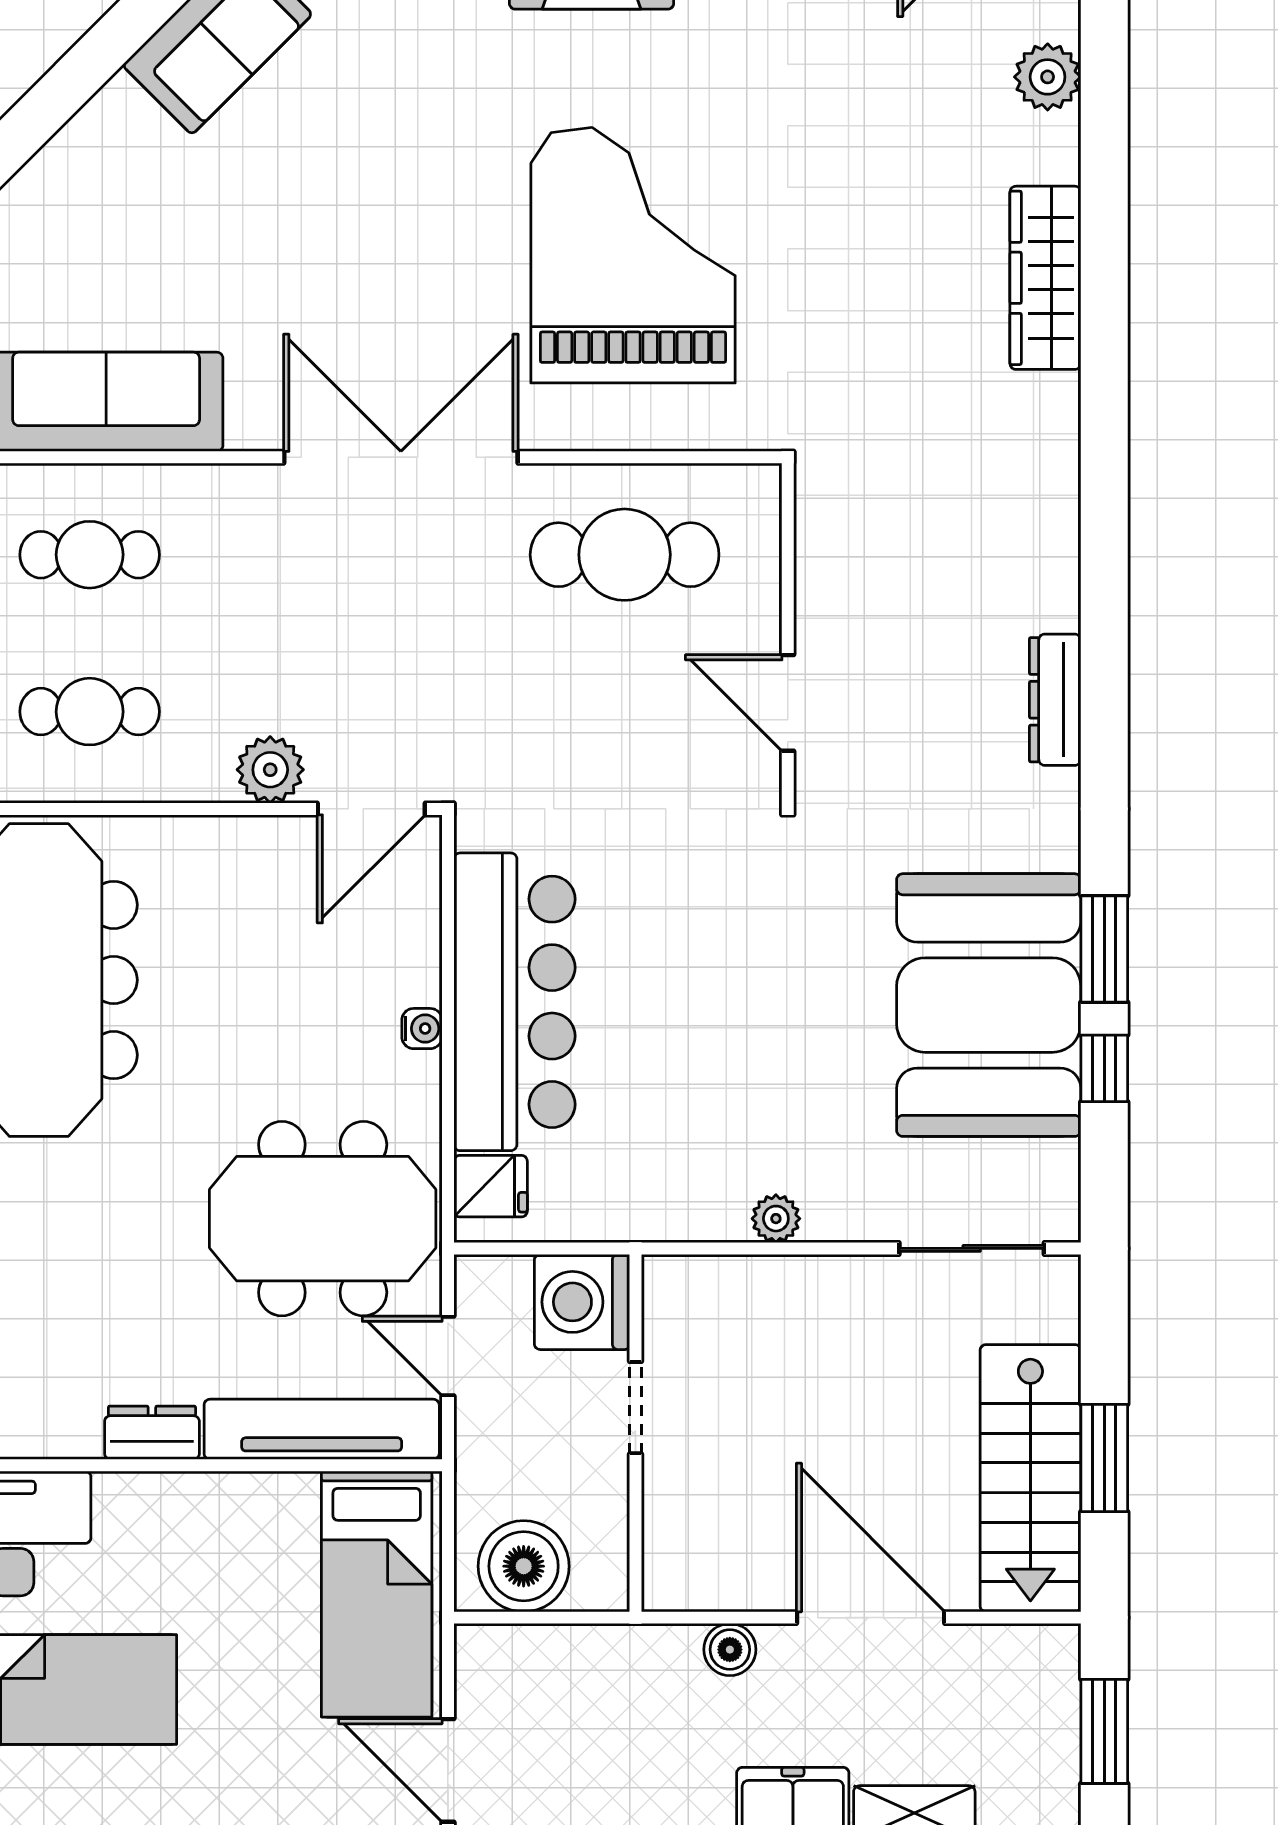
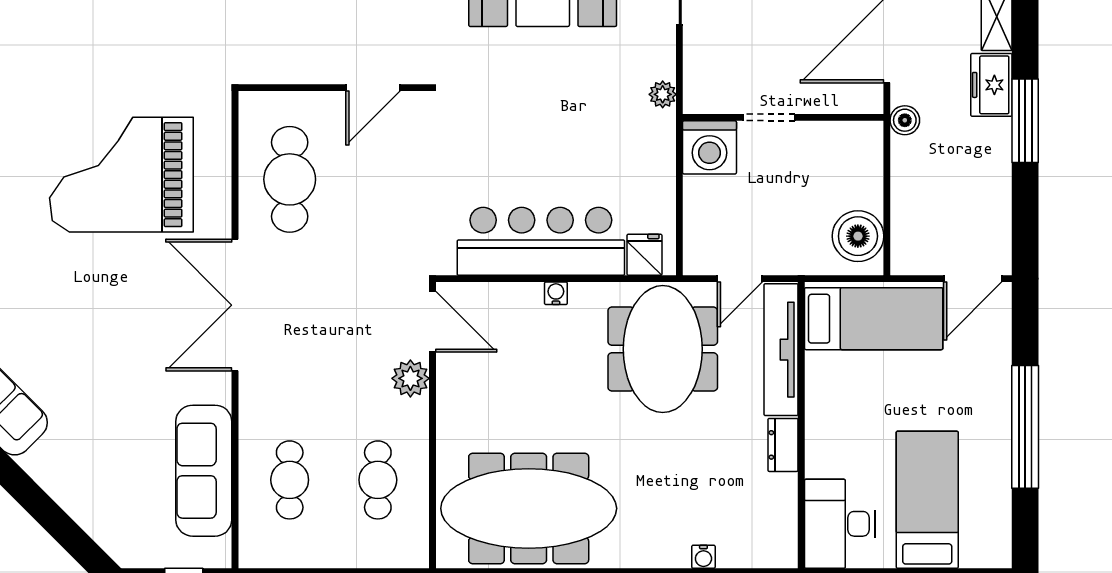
washing machine: (582, 1302) -> (709, 147), moved
doorway: (635, 1408) -> (769, 117), moved
wall: (635, 1433) -> (783, 117), moved

